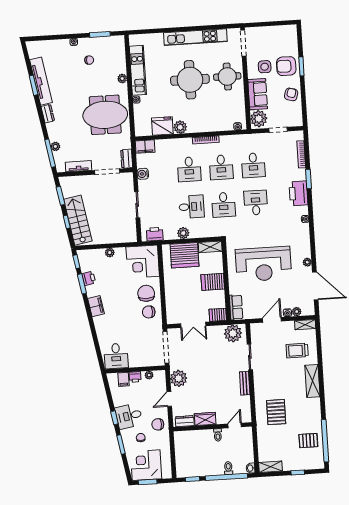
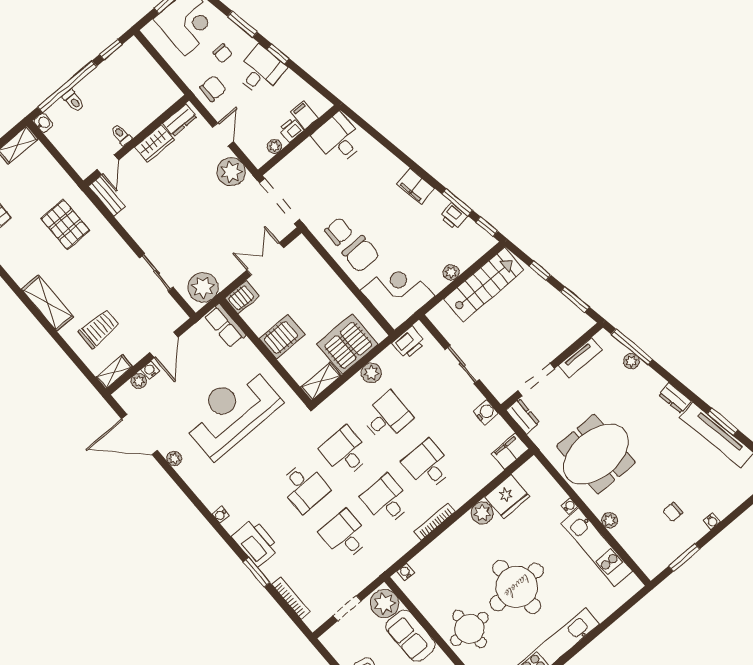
desk: (192, 207) -> (387, 417), turned 180
stairs: (78, 220) -> (484, 284), moved, turned -80
bench: (245, 383) -> (107, 197), moved

